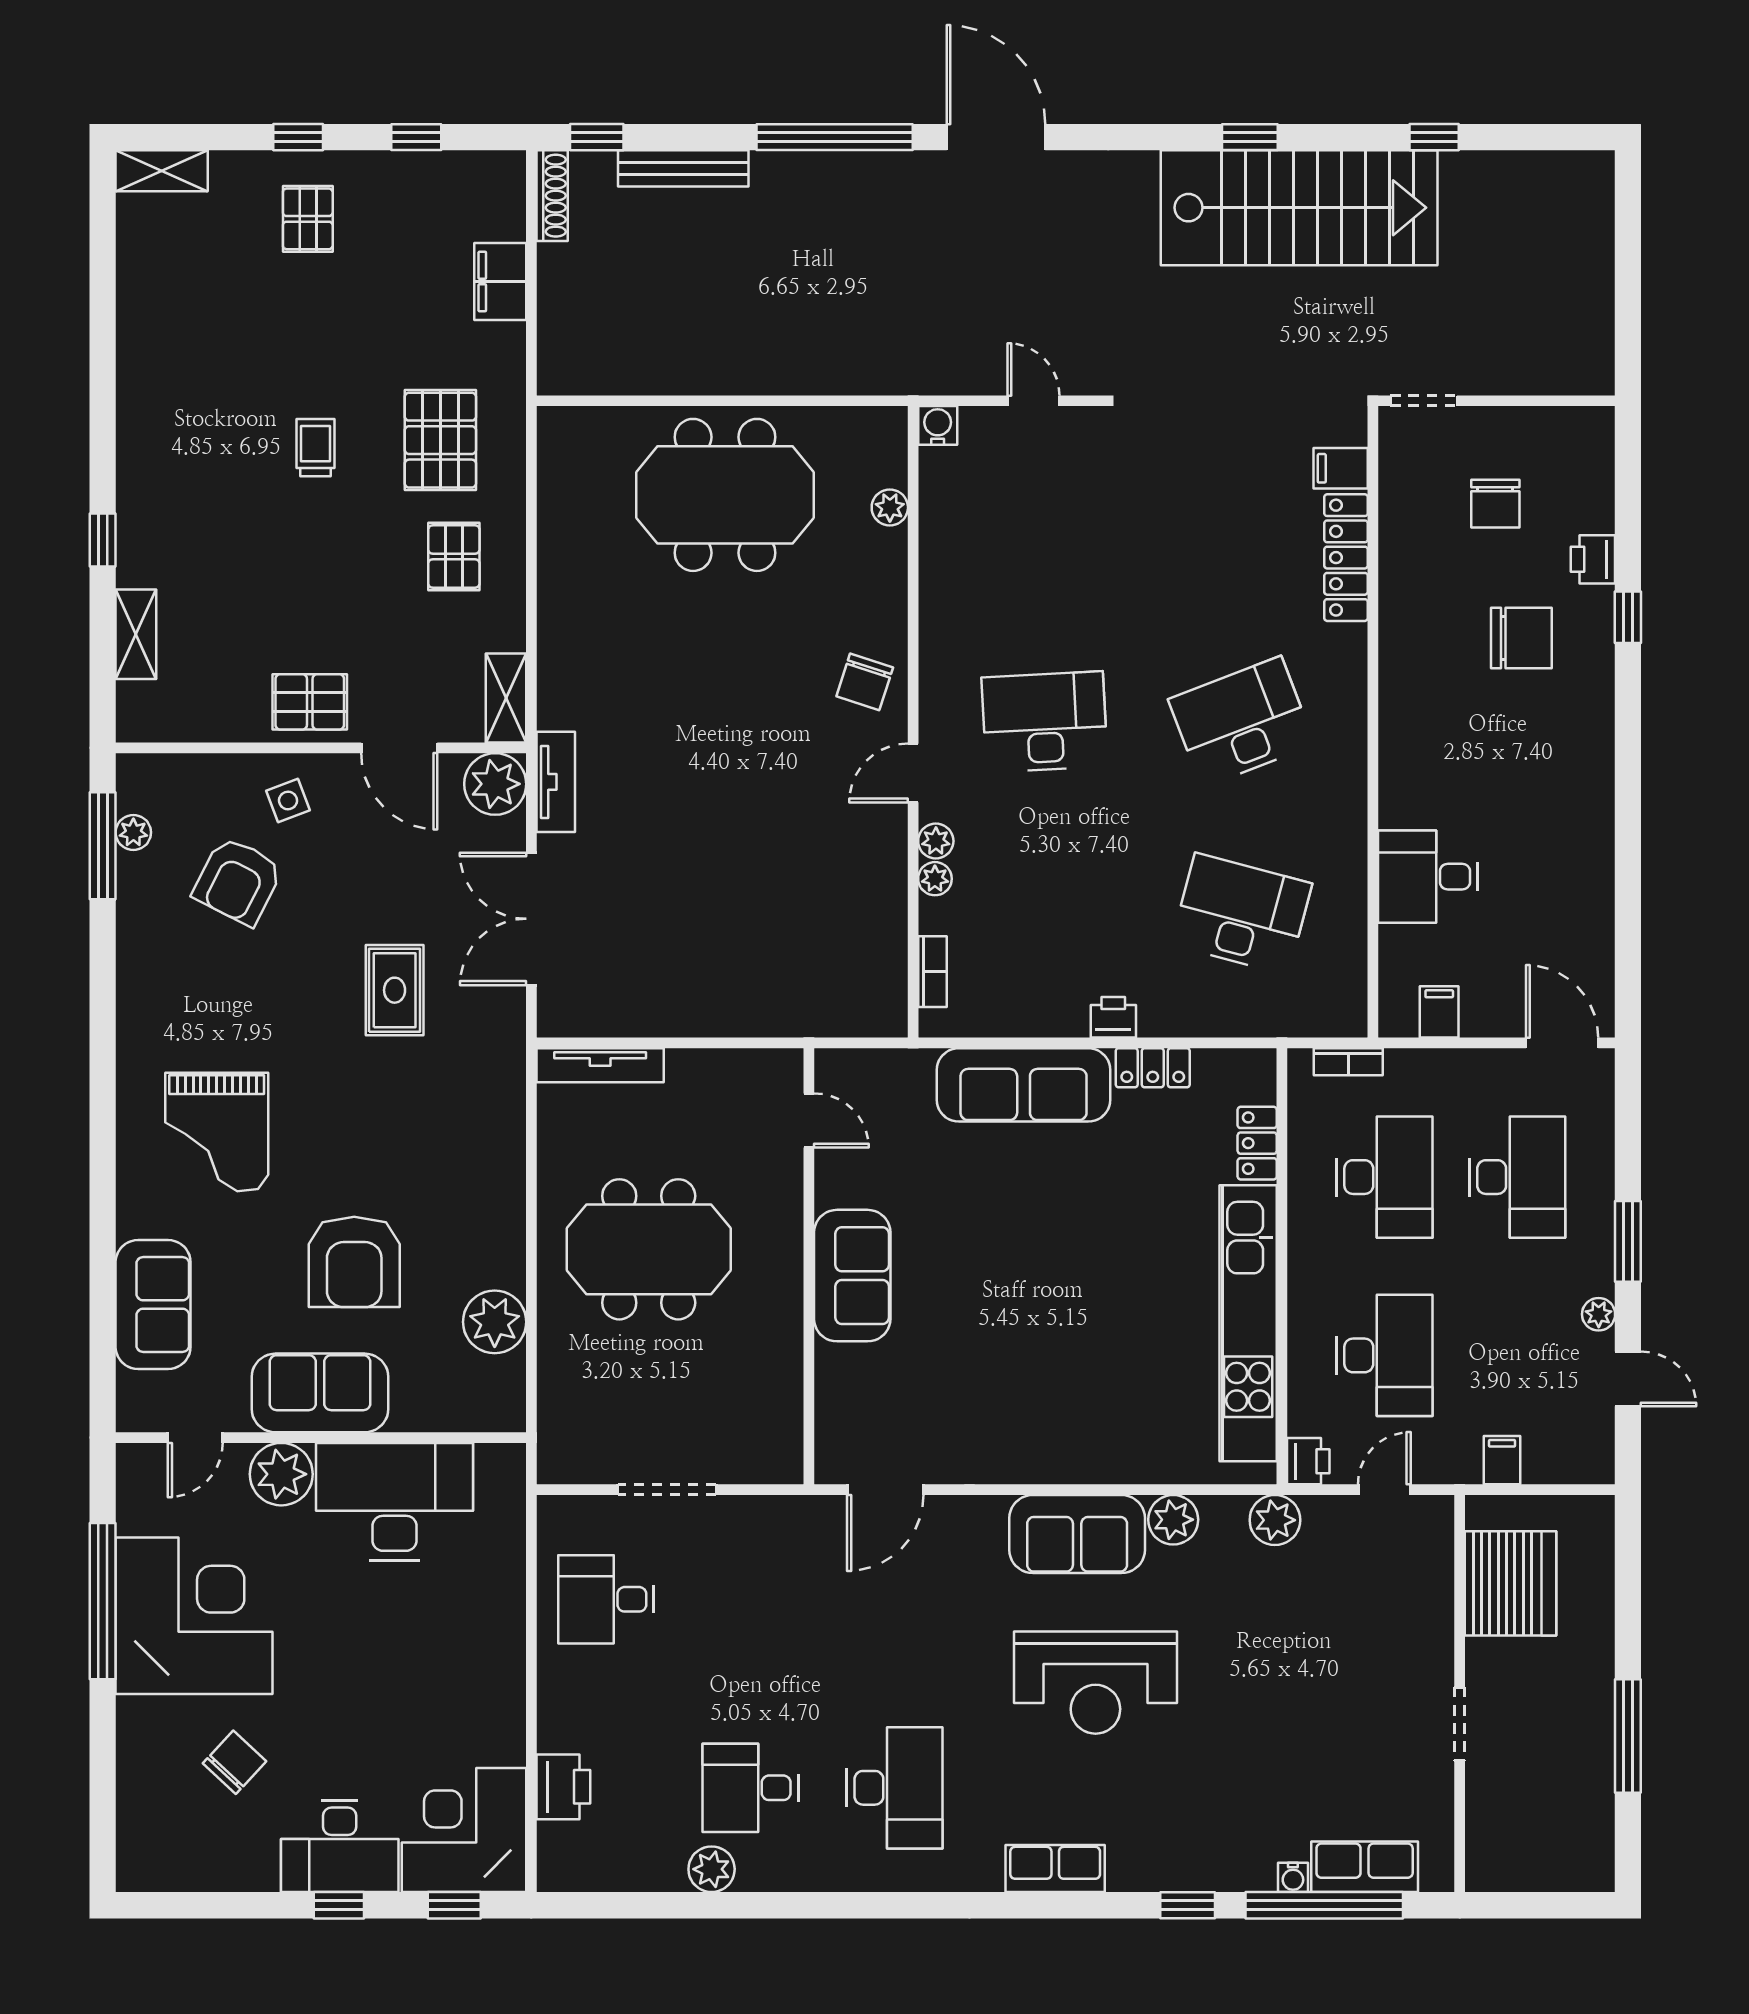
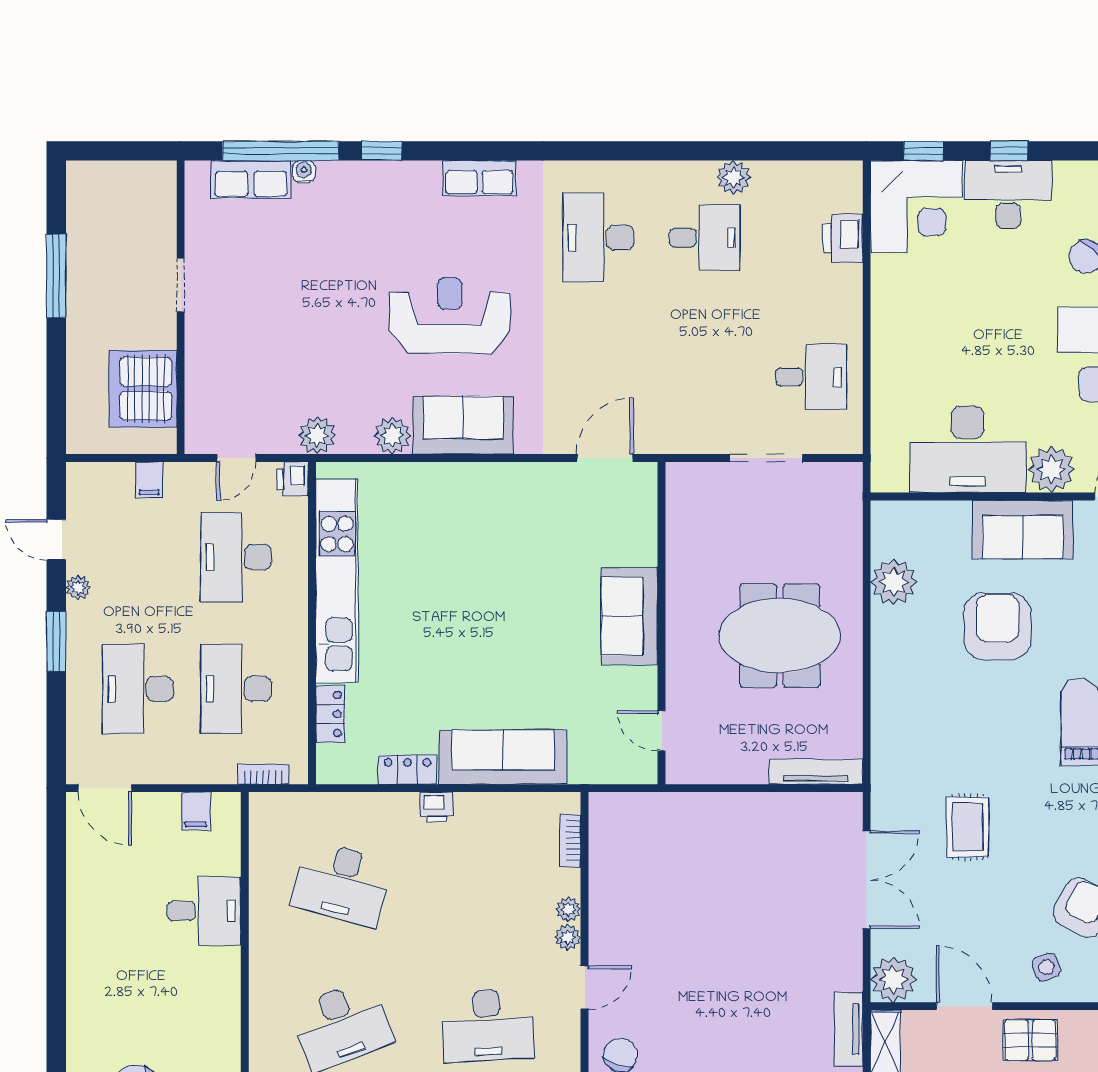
tv unit: (556, 782) -> (849, 1029), moved

